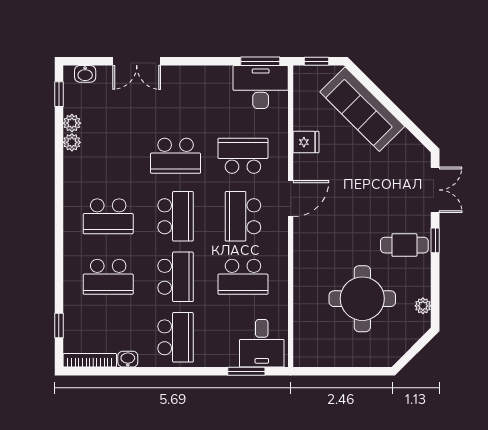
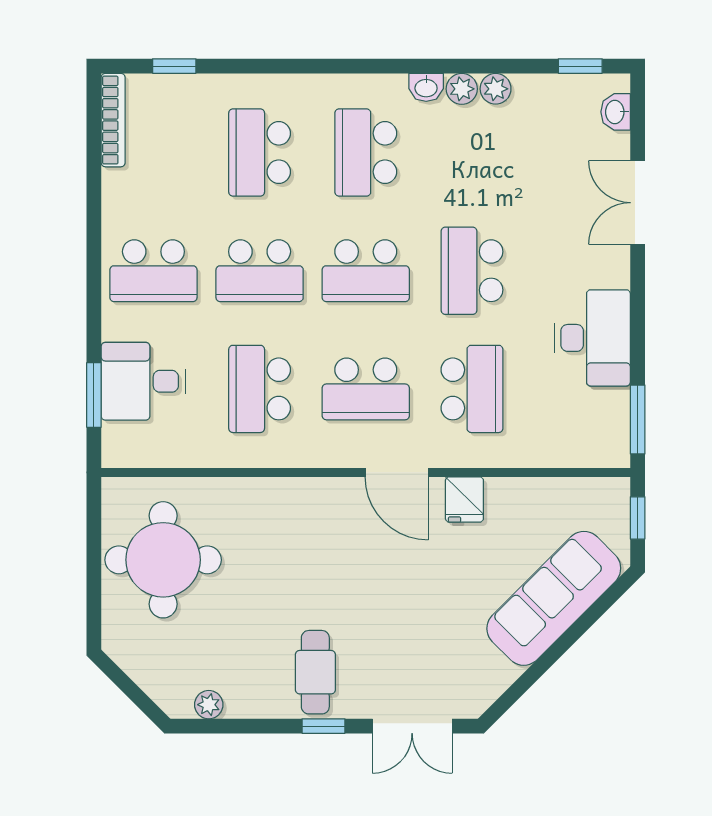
desk: (261, 87) -> (593, 338), moved
plant: (72, 123) -> (462, 89), moved
fridge: (306, 142) -> (464, 500), moved
school desk: (243, 216) -> (366, 389), turned 180
round table: (362, 299) -> (163, 560), moved
desk: (262, 343) -> (143, 381), moved
washbasin: (128, 359) -> (426, 87), moved, turned 90

